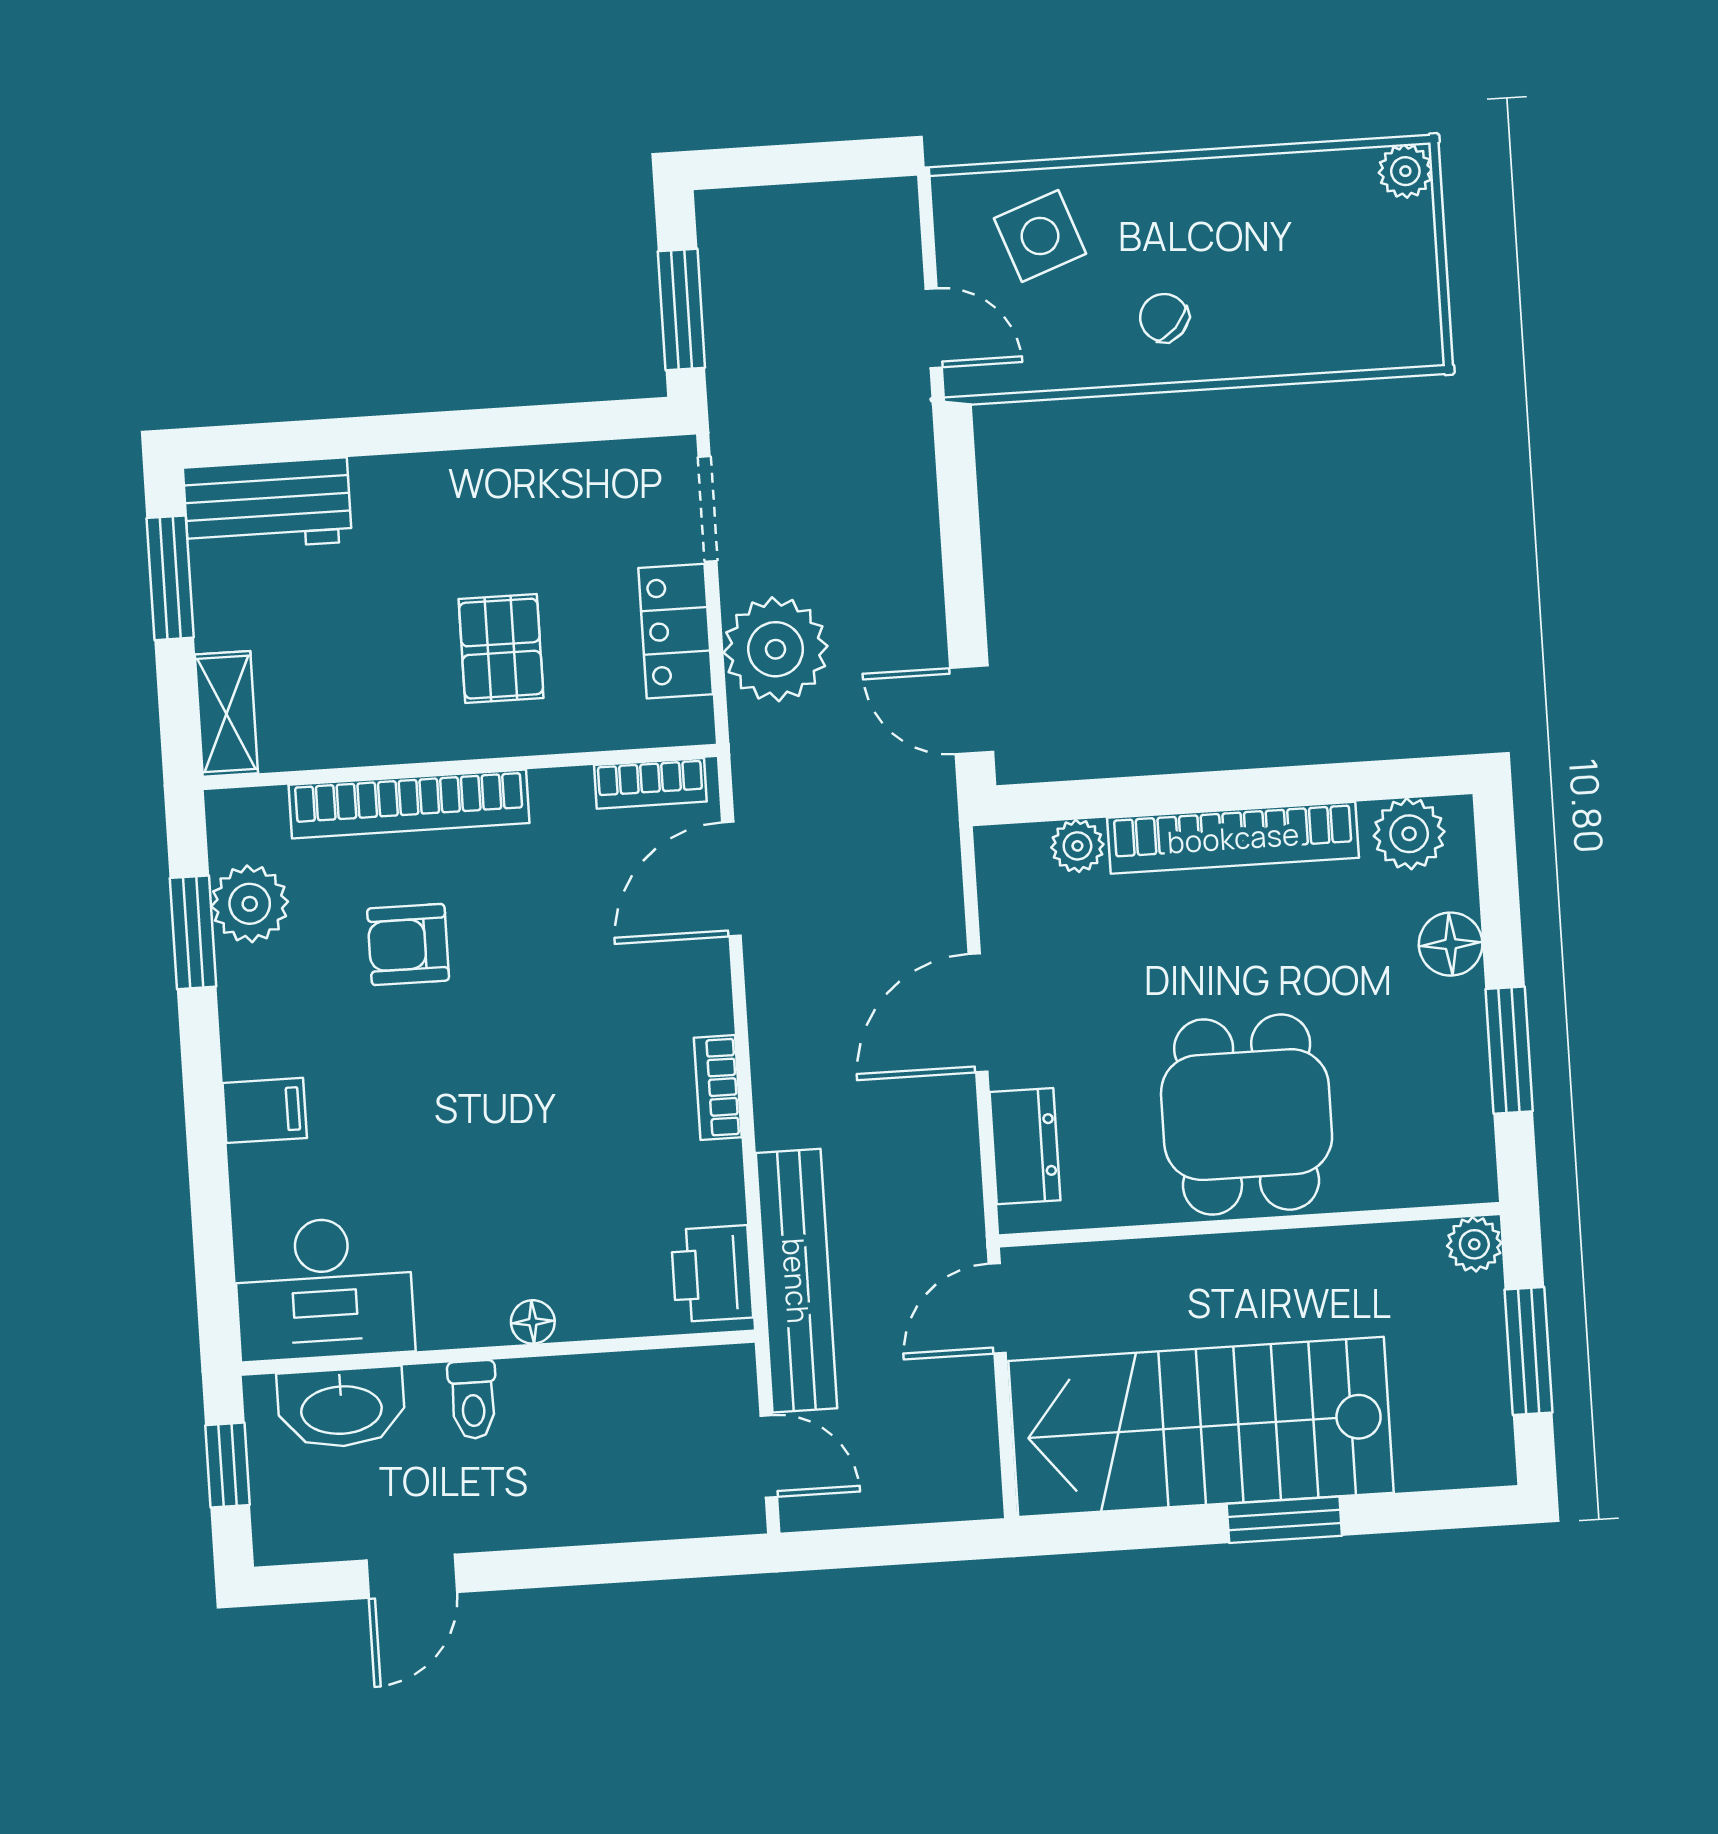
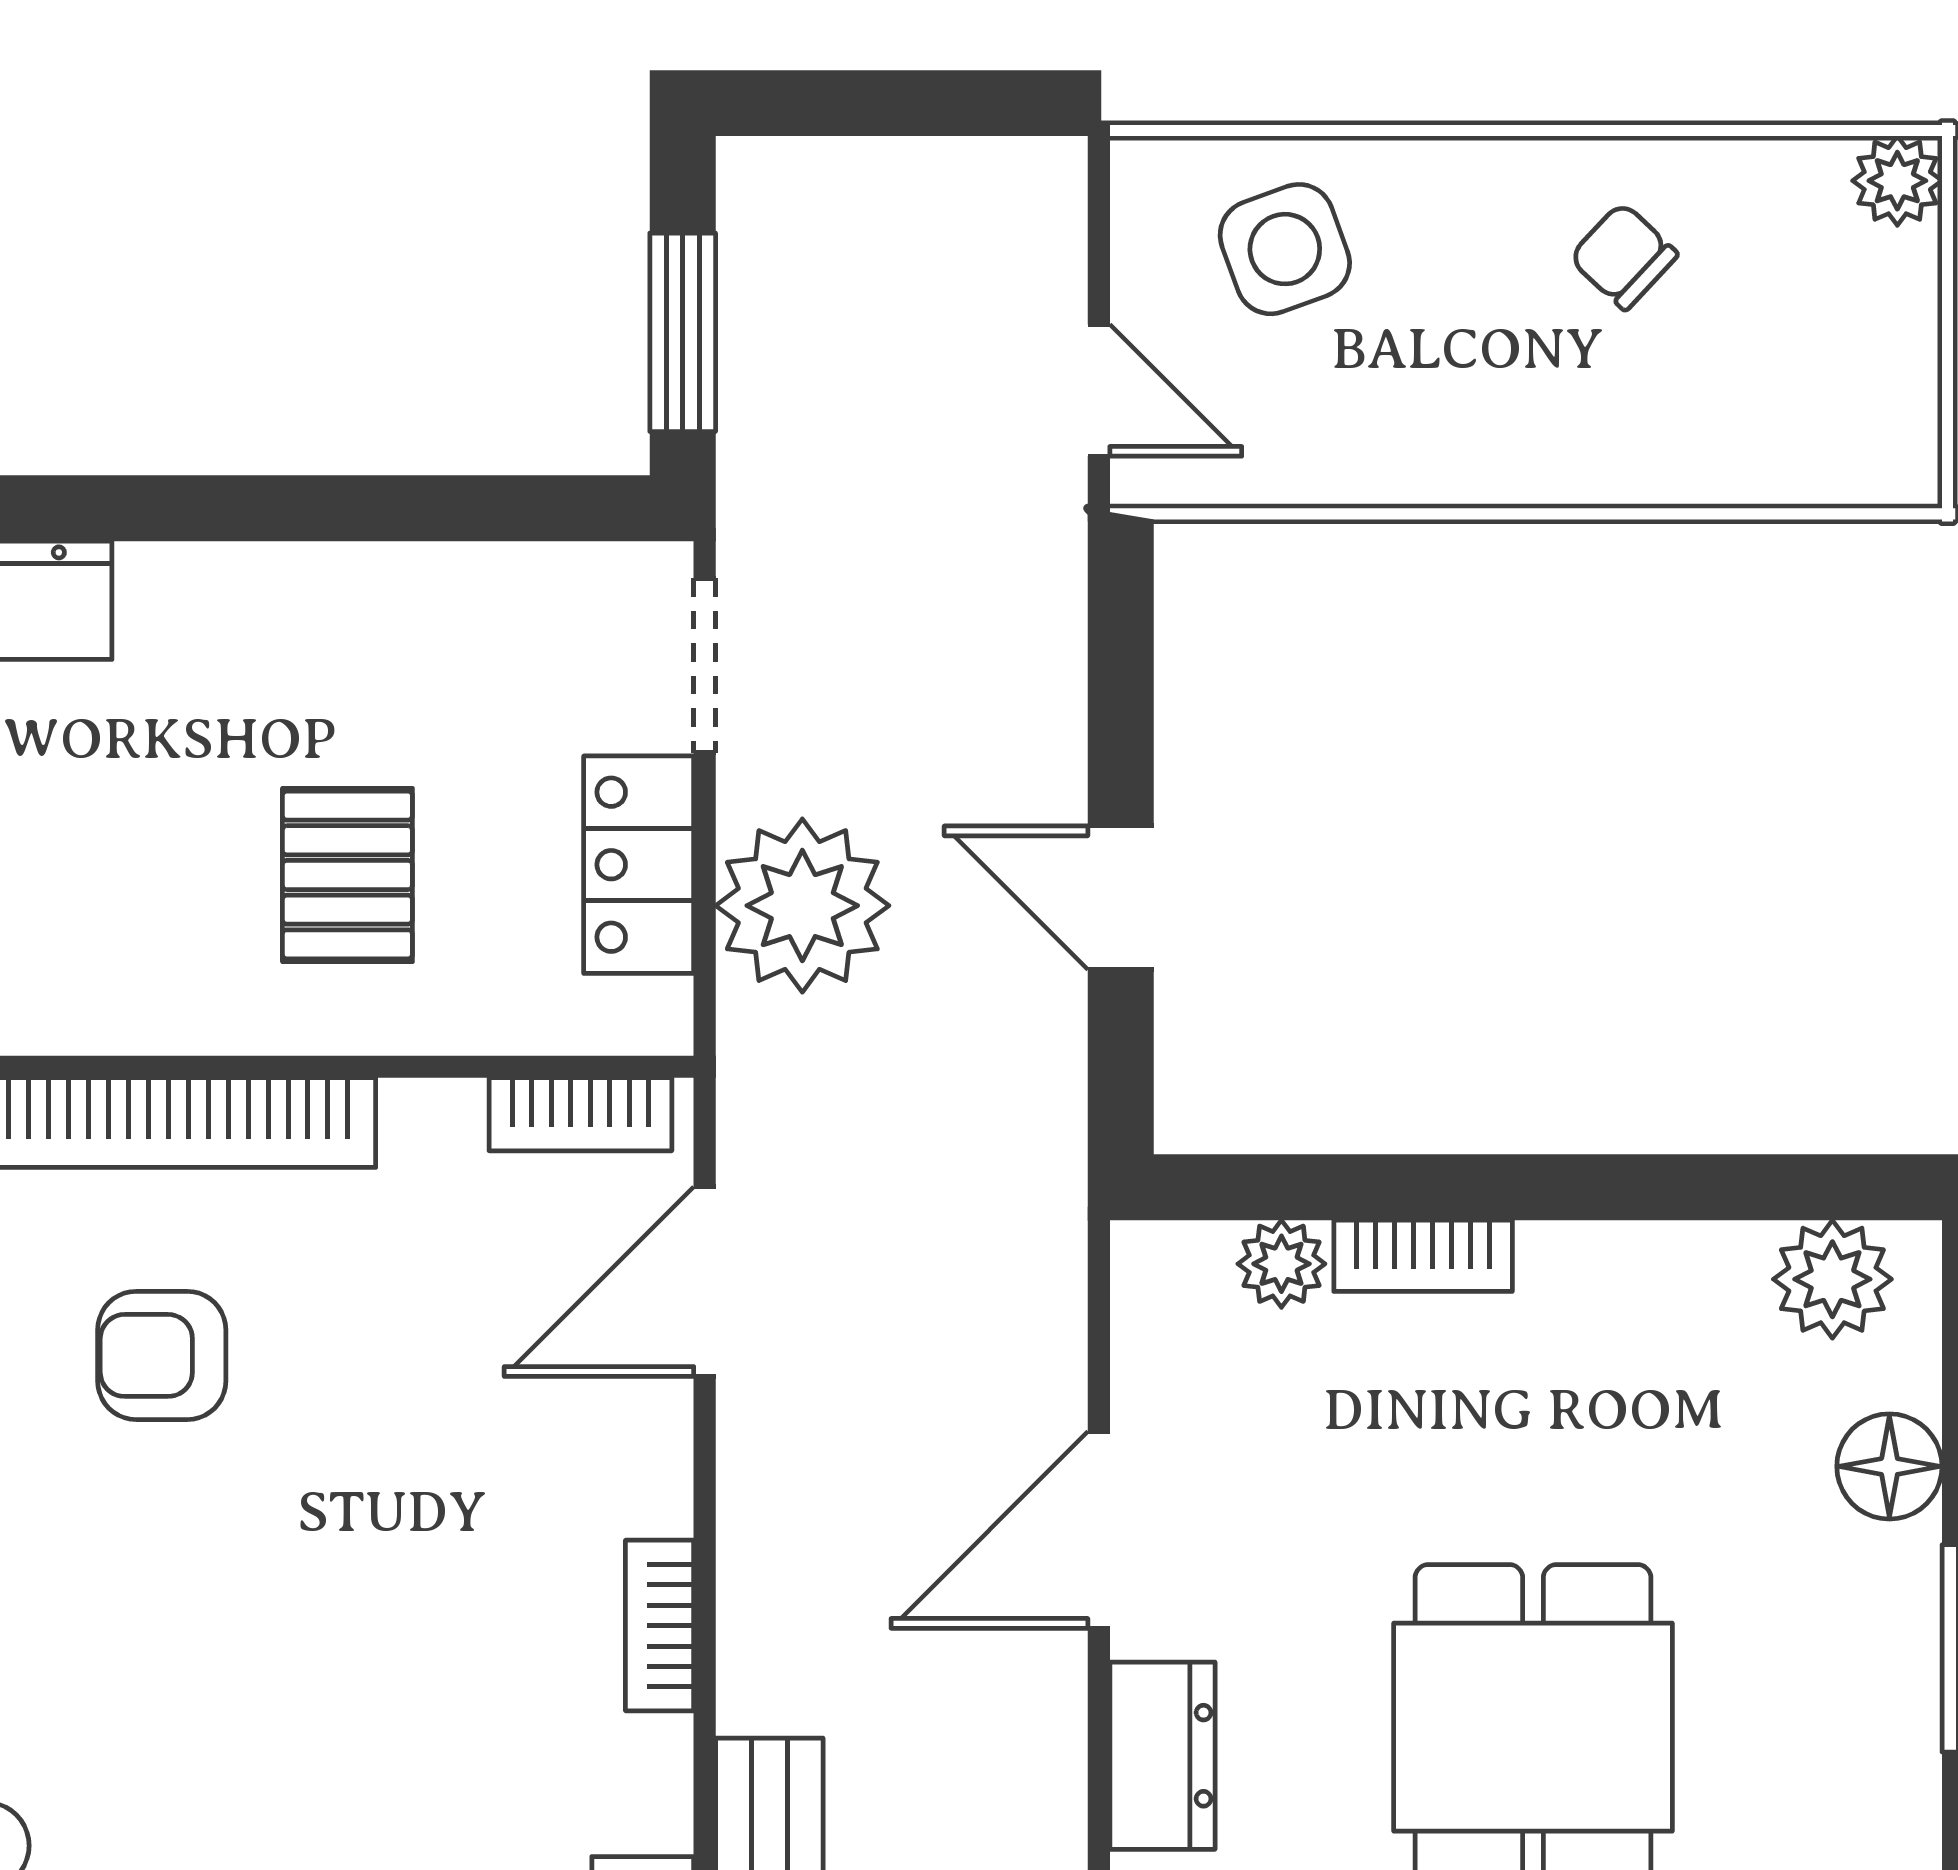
chair: (1164, 318) -> (1624, 256), moved
door: (972, 710) -> (1121, 898), moved
bookcase: (1233, 838) -> (1423, 1256), width x0.43, depth x0.76

